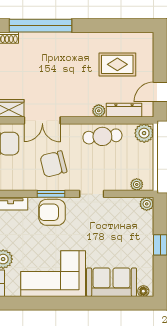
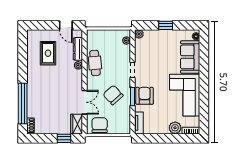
plant: (144, 133) -> (93, 36), removed
chair: (53, 164) -> (113, 95), turned 152
armchair: (52, 212) -> (144, 96), turned 180

